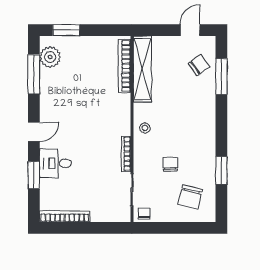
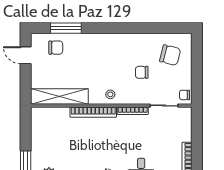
chair: (199, 65) -> (56, 48), turned 126
bookcase: (124, 66) -> (93, 112), moved
window: (221, 170) -> (147, 28), removed

